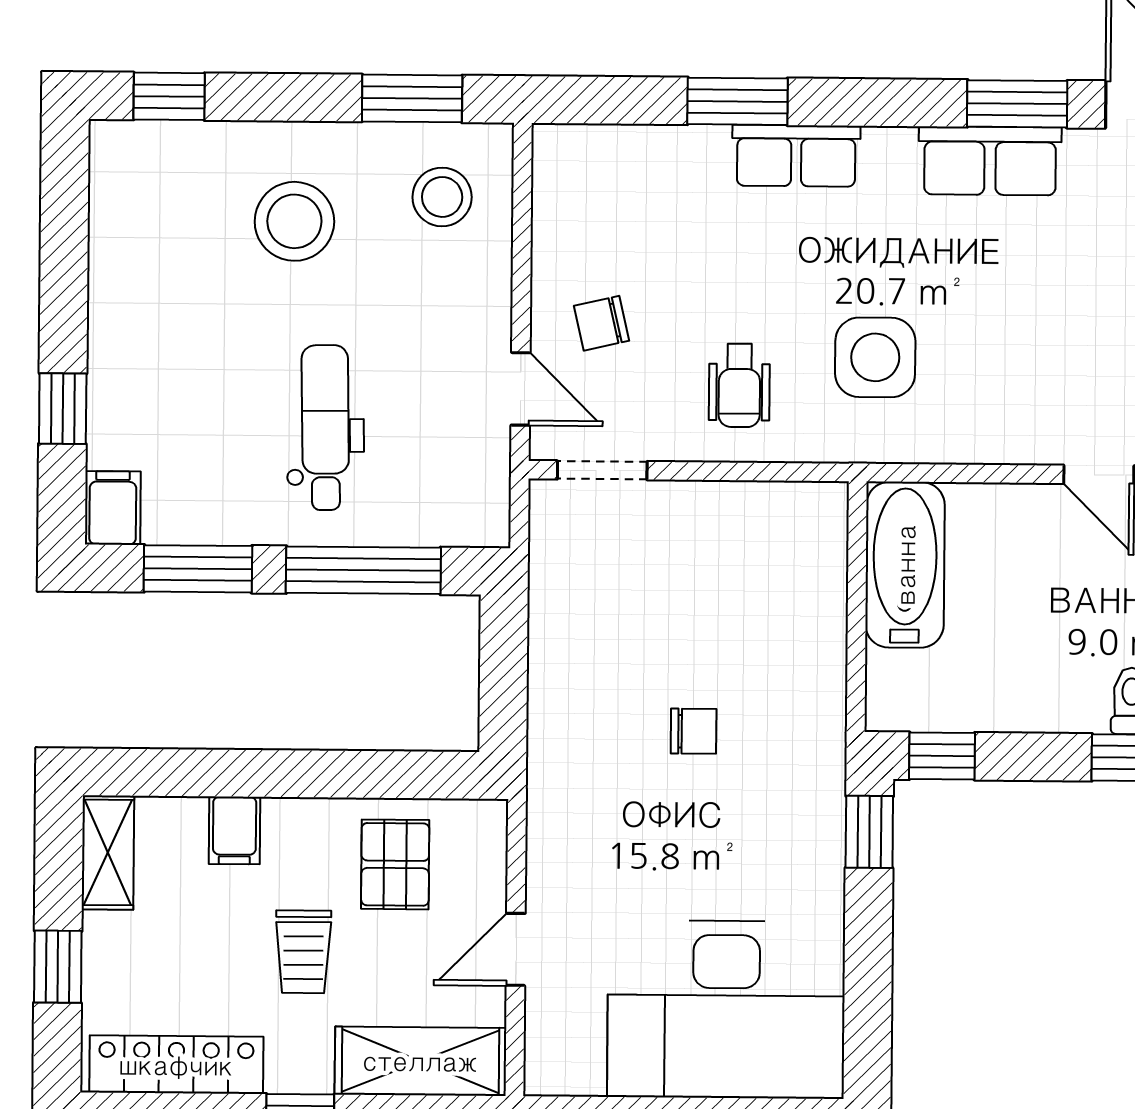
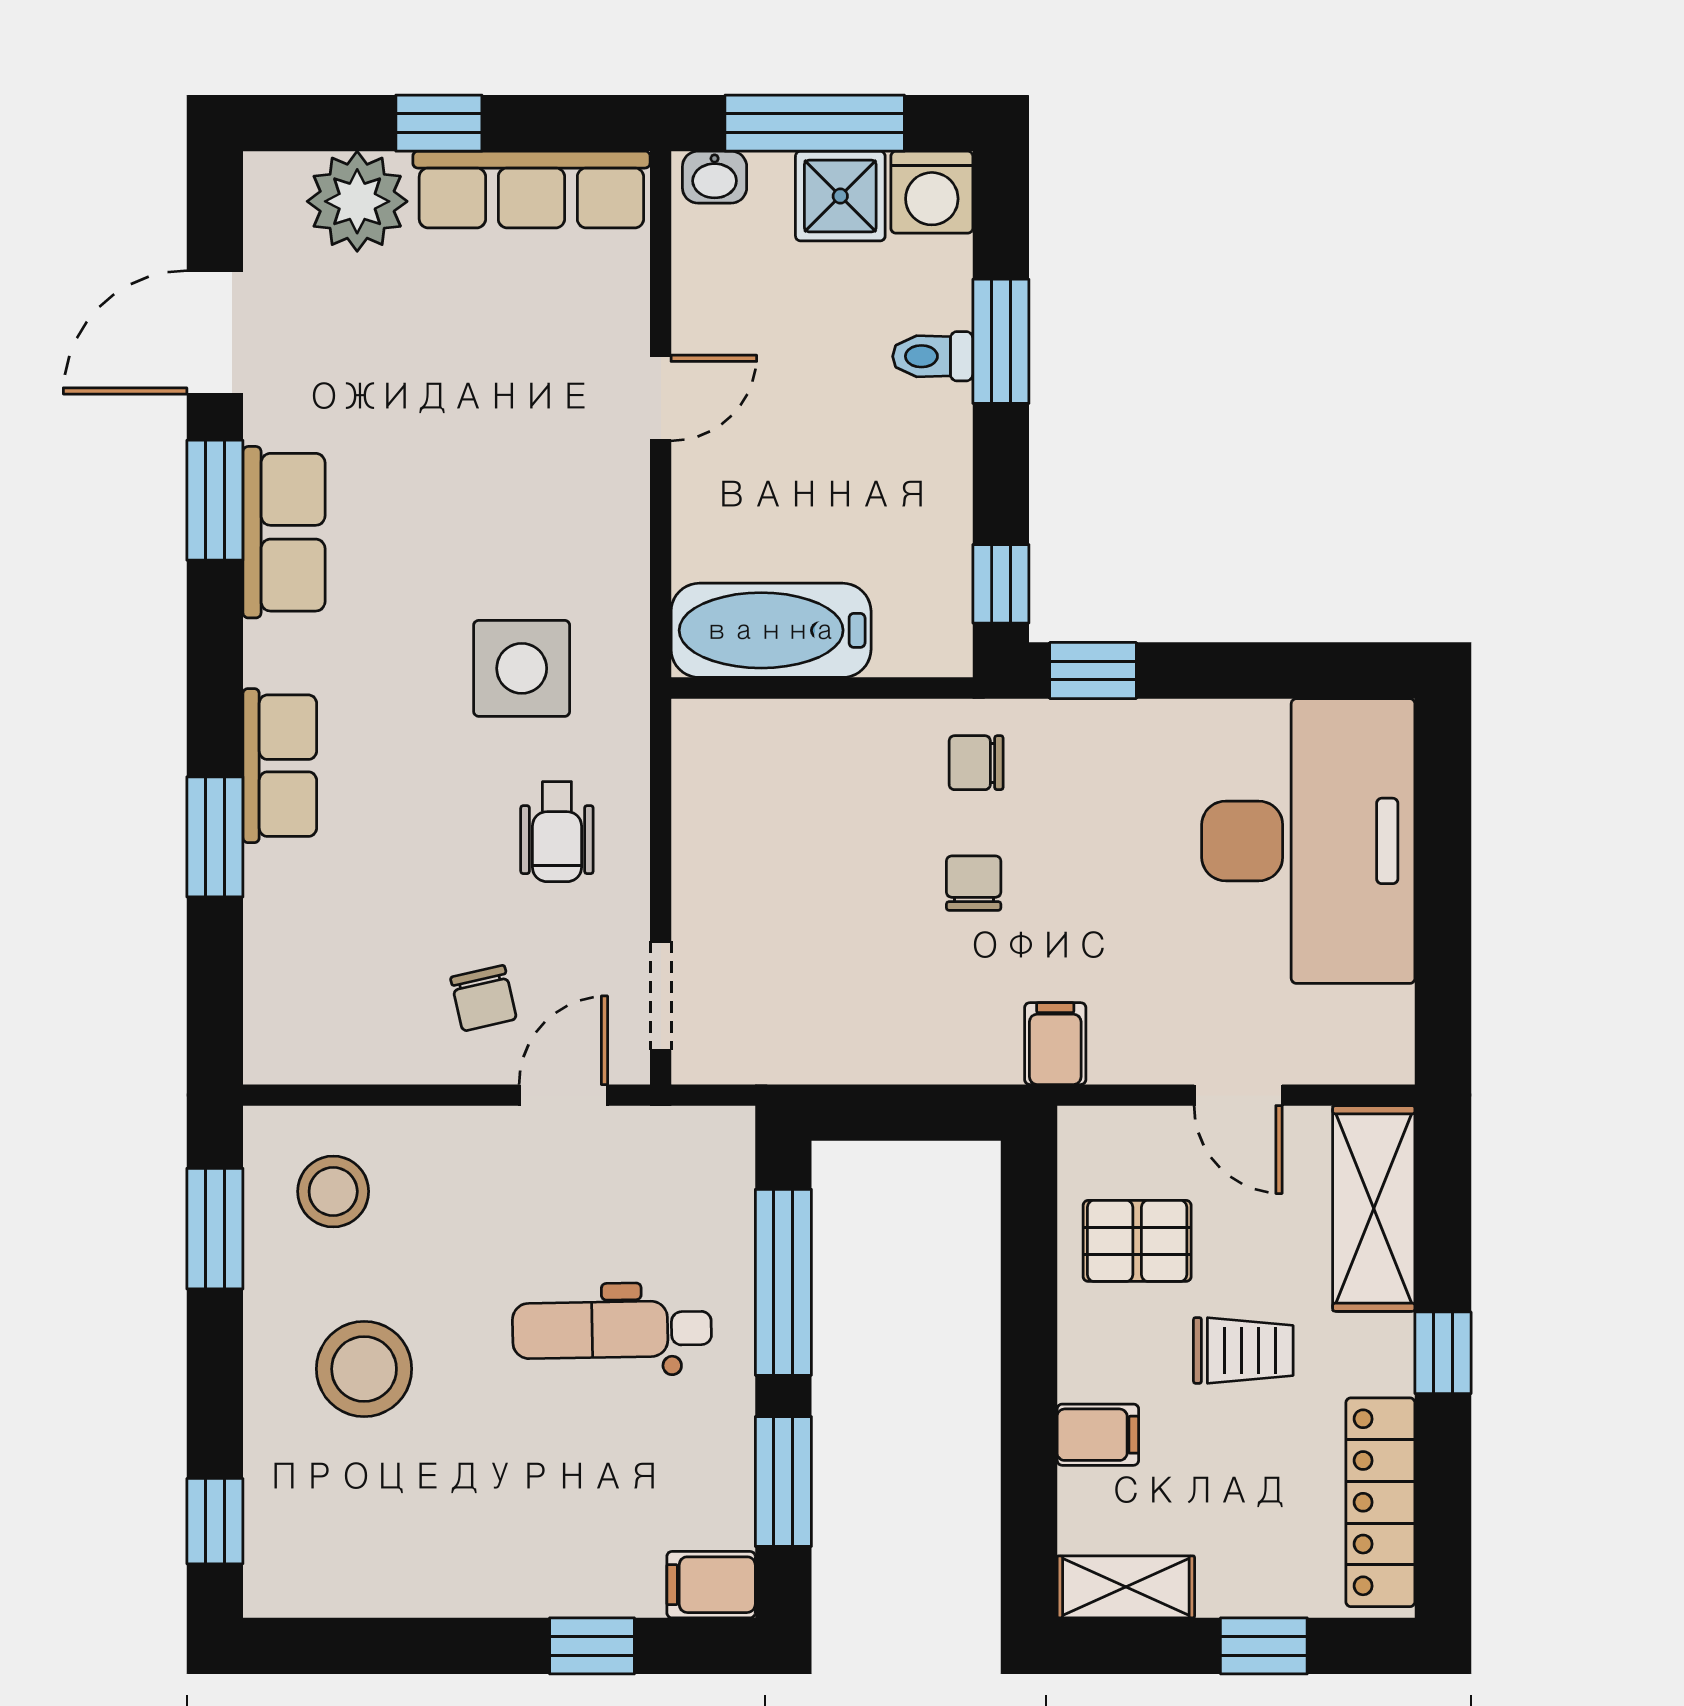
wheelchair: (739, 385) -> (557, 832), turned 90
chair: (794, 734) -> (976, 763), added
filing cabinet: (560, 798) -> (1055, 1044), added

